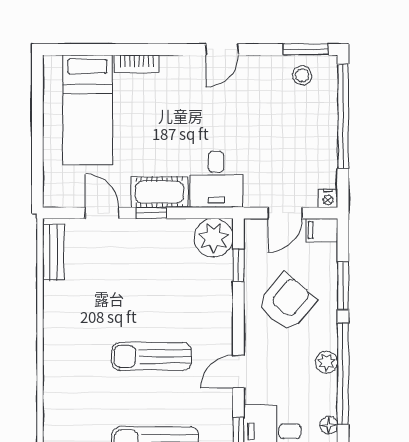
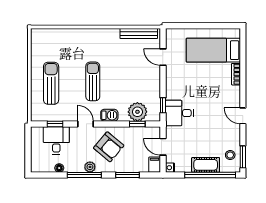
cot: (159, 192) -> (206, 165), moved, turned 90
door: (102, 213) -> (163, 57), swing flipped
window: (151, 213) -> (163, 105), moved
plant: (214, 238) -> (137, 112), moved
bench: (53, 252) -> (139, 34), width x1.36
armchair: (287, 302) -> (109, 147), moved
barbecue: (221, 323) -> (109, 115), added
window: (343, 374) -> (84, 175), width x0.68

